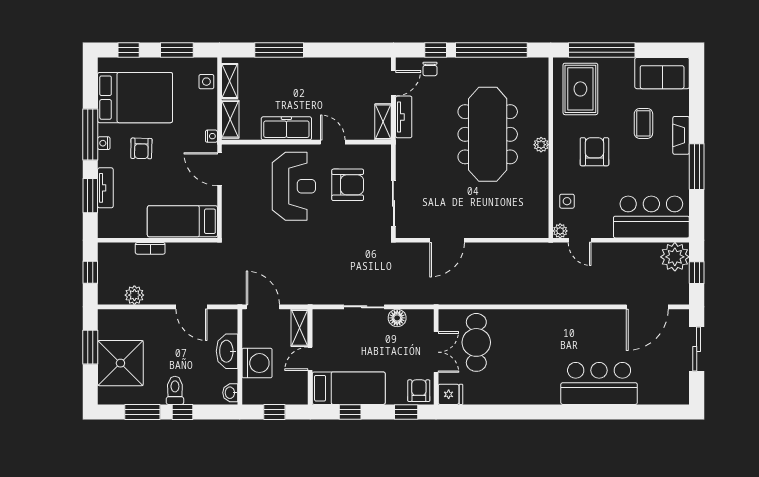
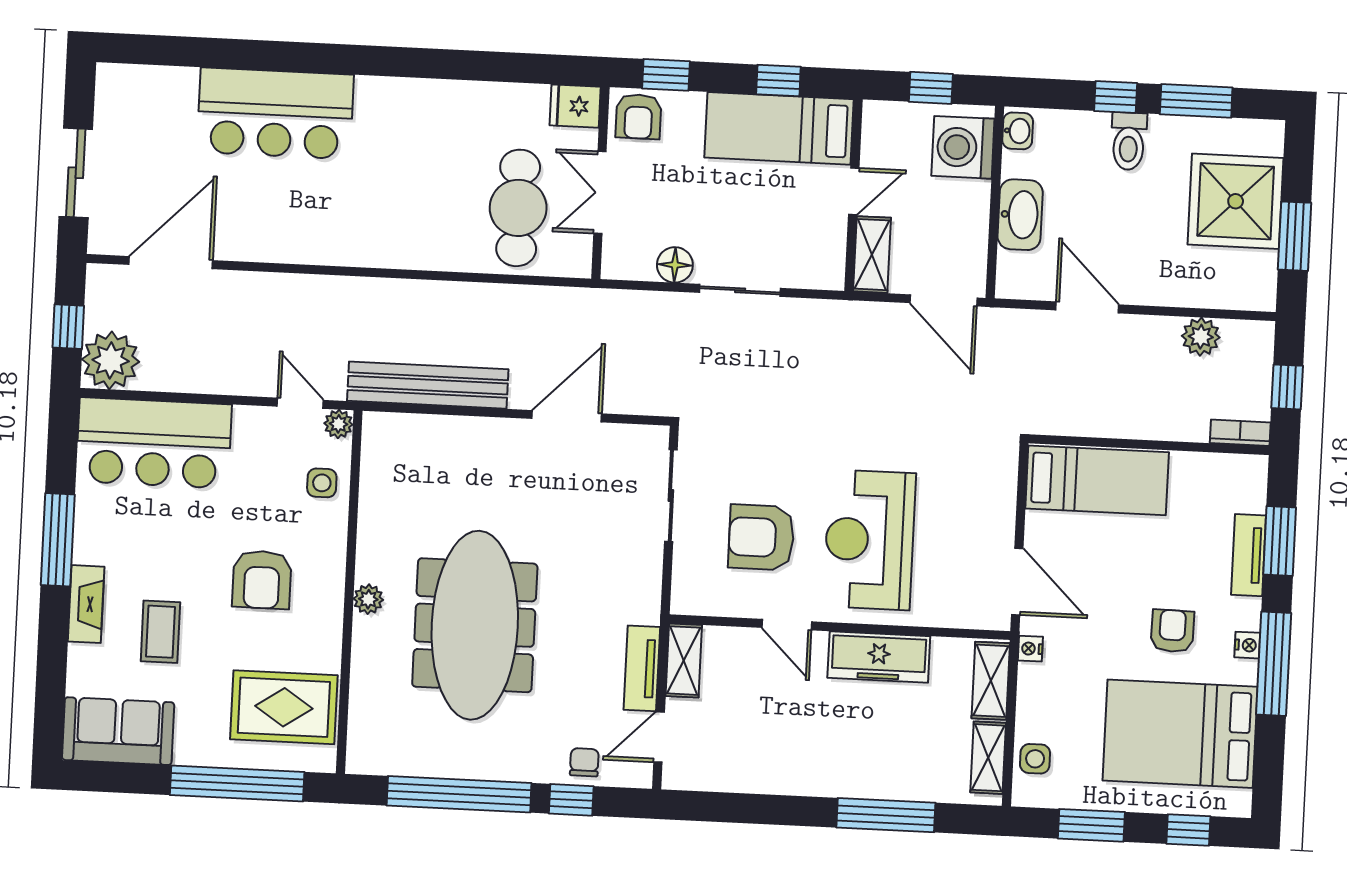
rug: (580, 89) -> (284, 707), turned 90
bookcase: (150, 248) -> (1240, 433), moved
bench: (517, 252) -> (428, 385), added
washing machine: (257, 363) -> (963, 147), moved

